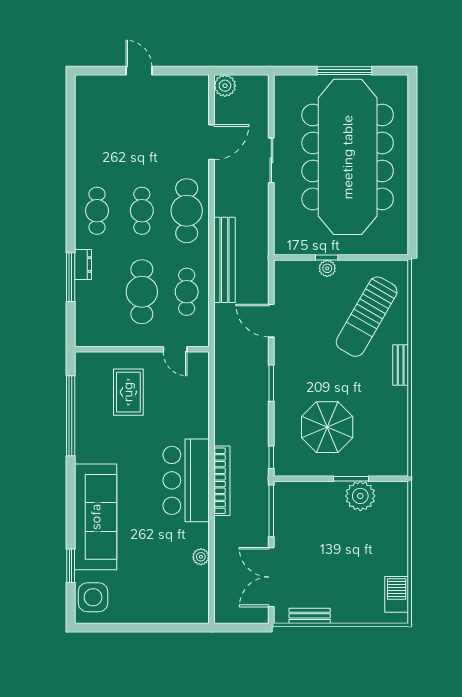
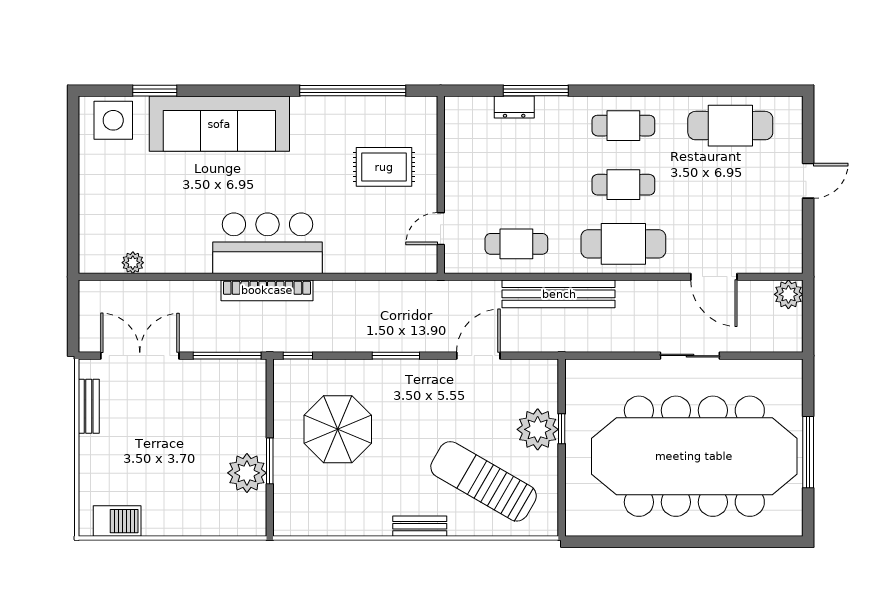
dresser: (83, 265) -> (514, 107), moved
plant: (327, 268) -> (538, 429), width x1.88, depth x1.88
cafe table: (142, 292) -> (730, 126), moved
plant: (201, 557) -> (133, 263), moved

